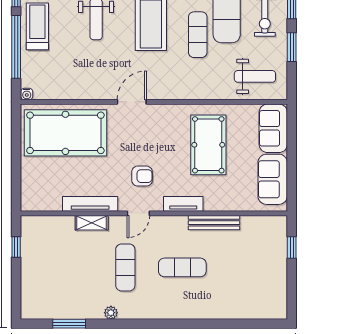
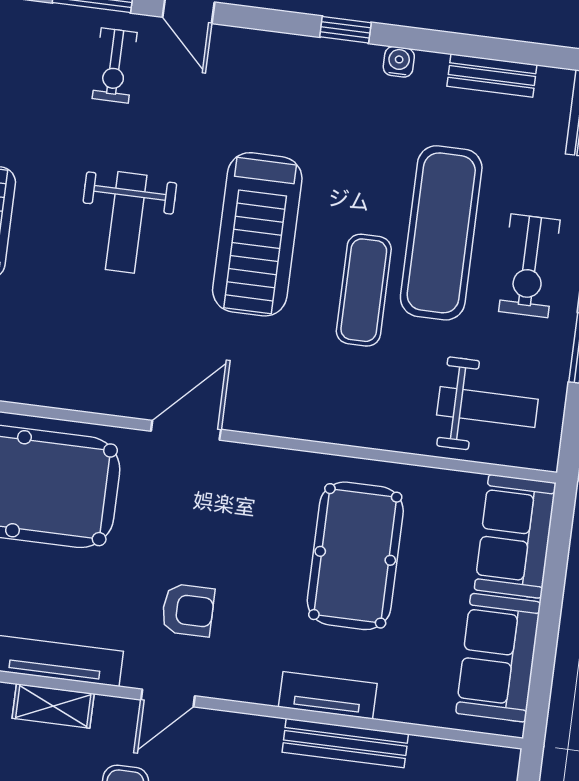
tv unit: (183, 204) -> (328, 695), moved

